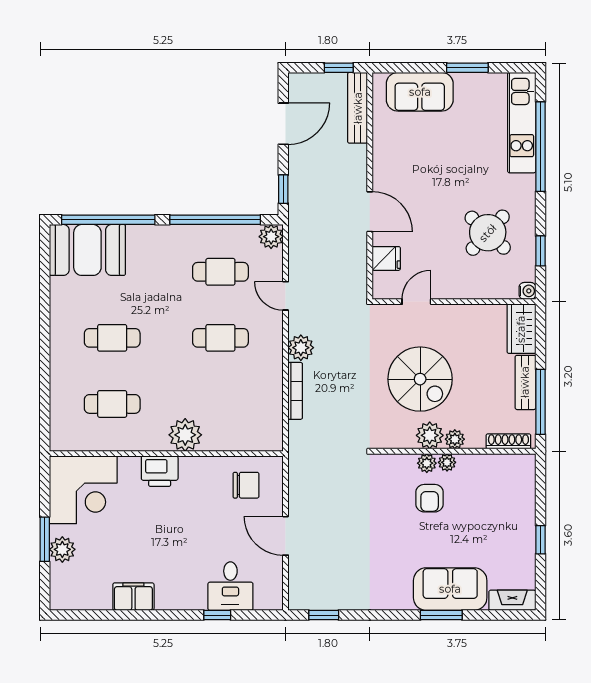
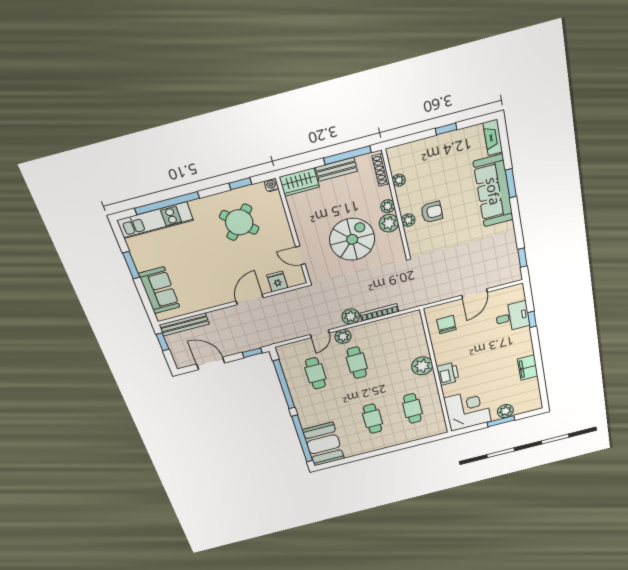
plant: (271, 237) -> (343, 336), moved
plant: (447, 462) -> (399, 180), moved
sofa: (450, 589) -> (493, 191), width x1.36

